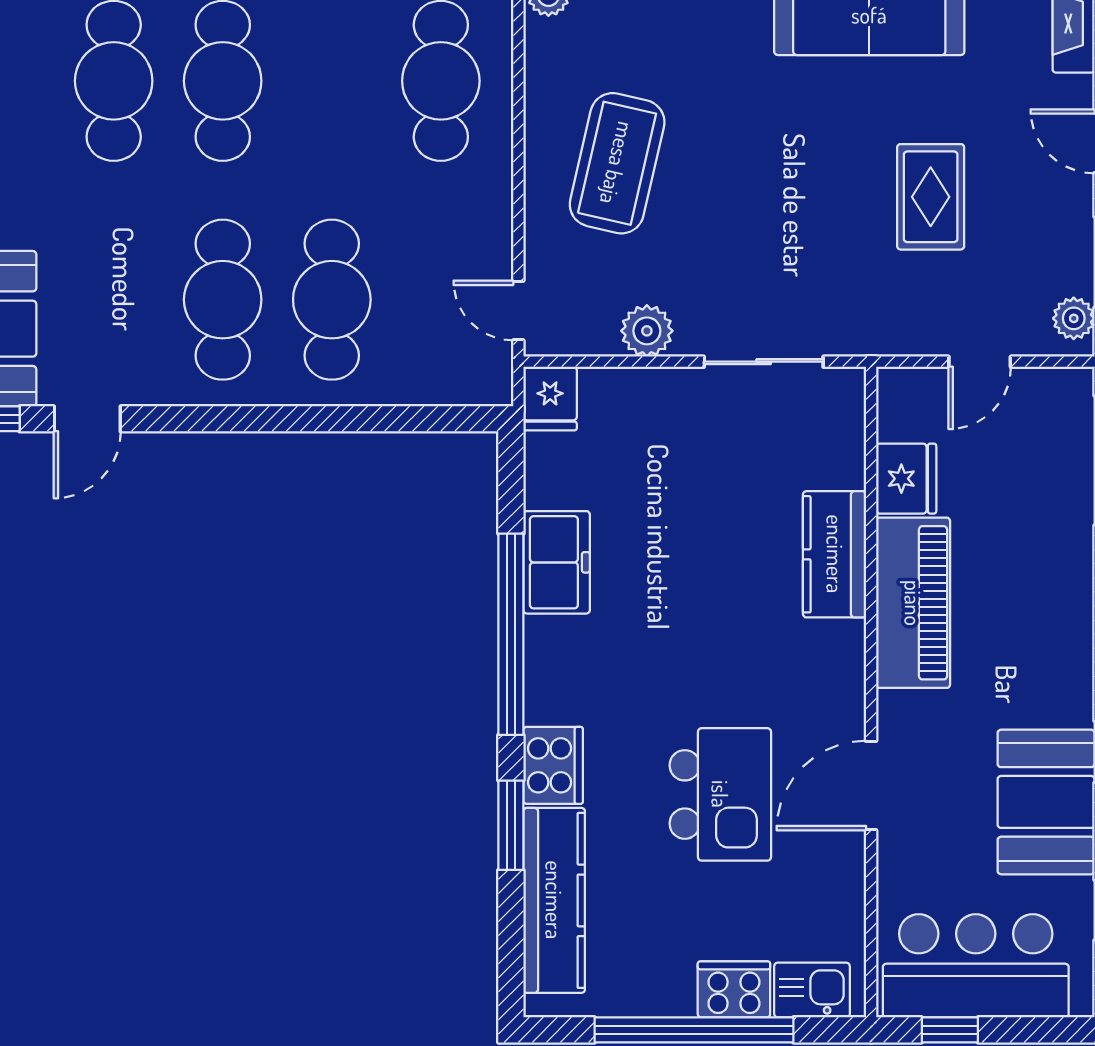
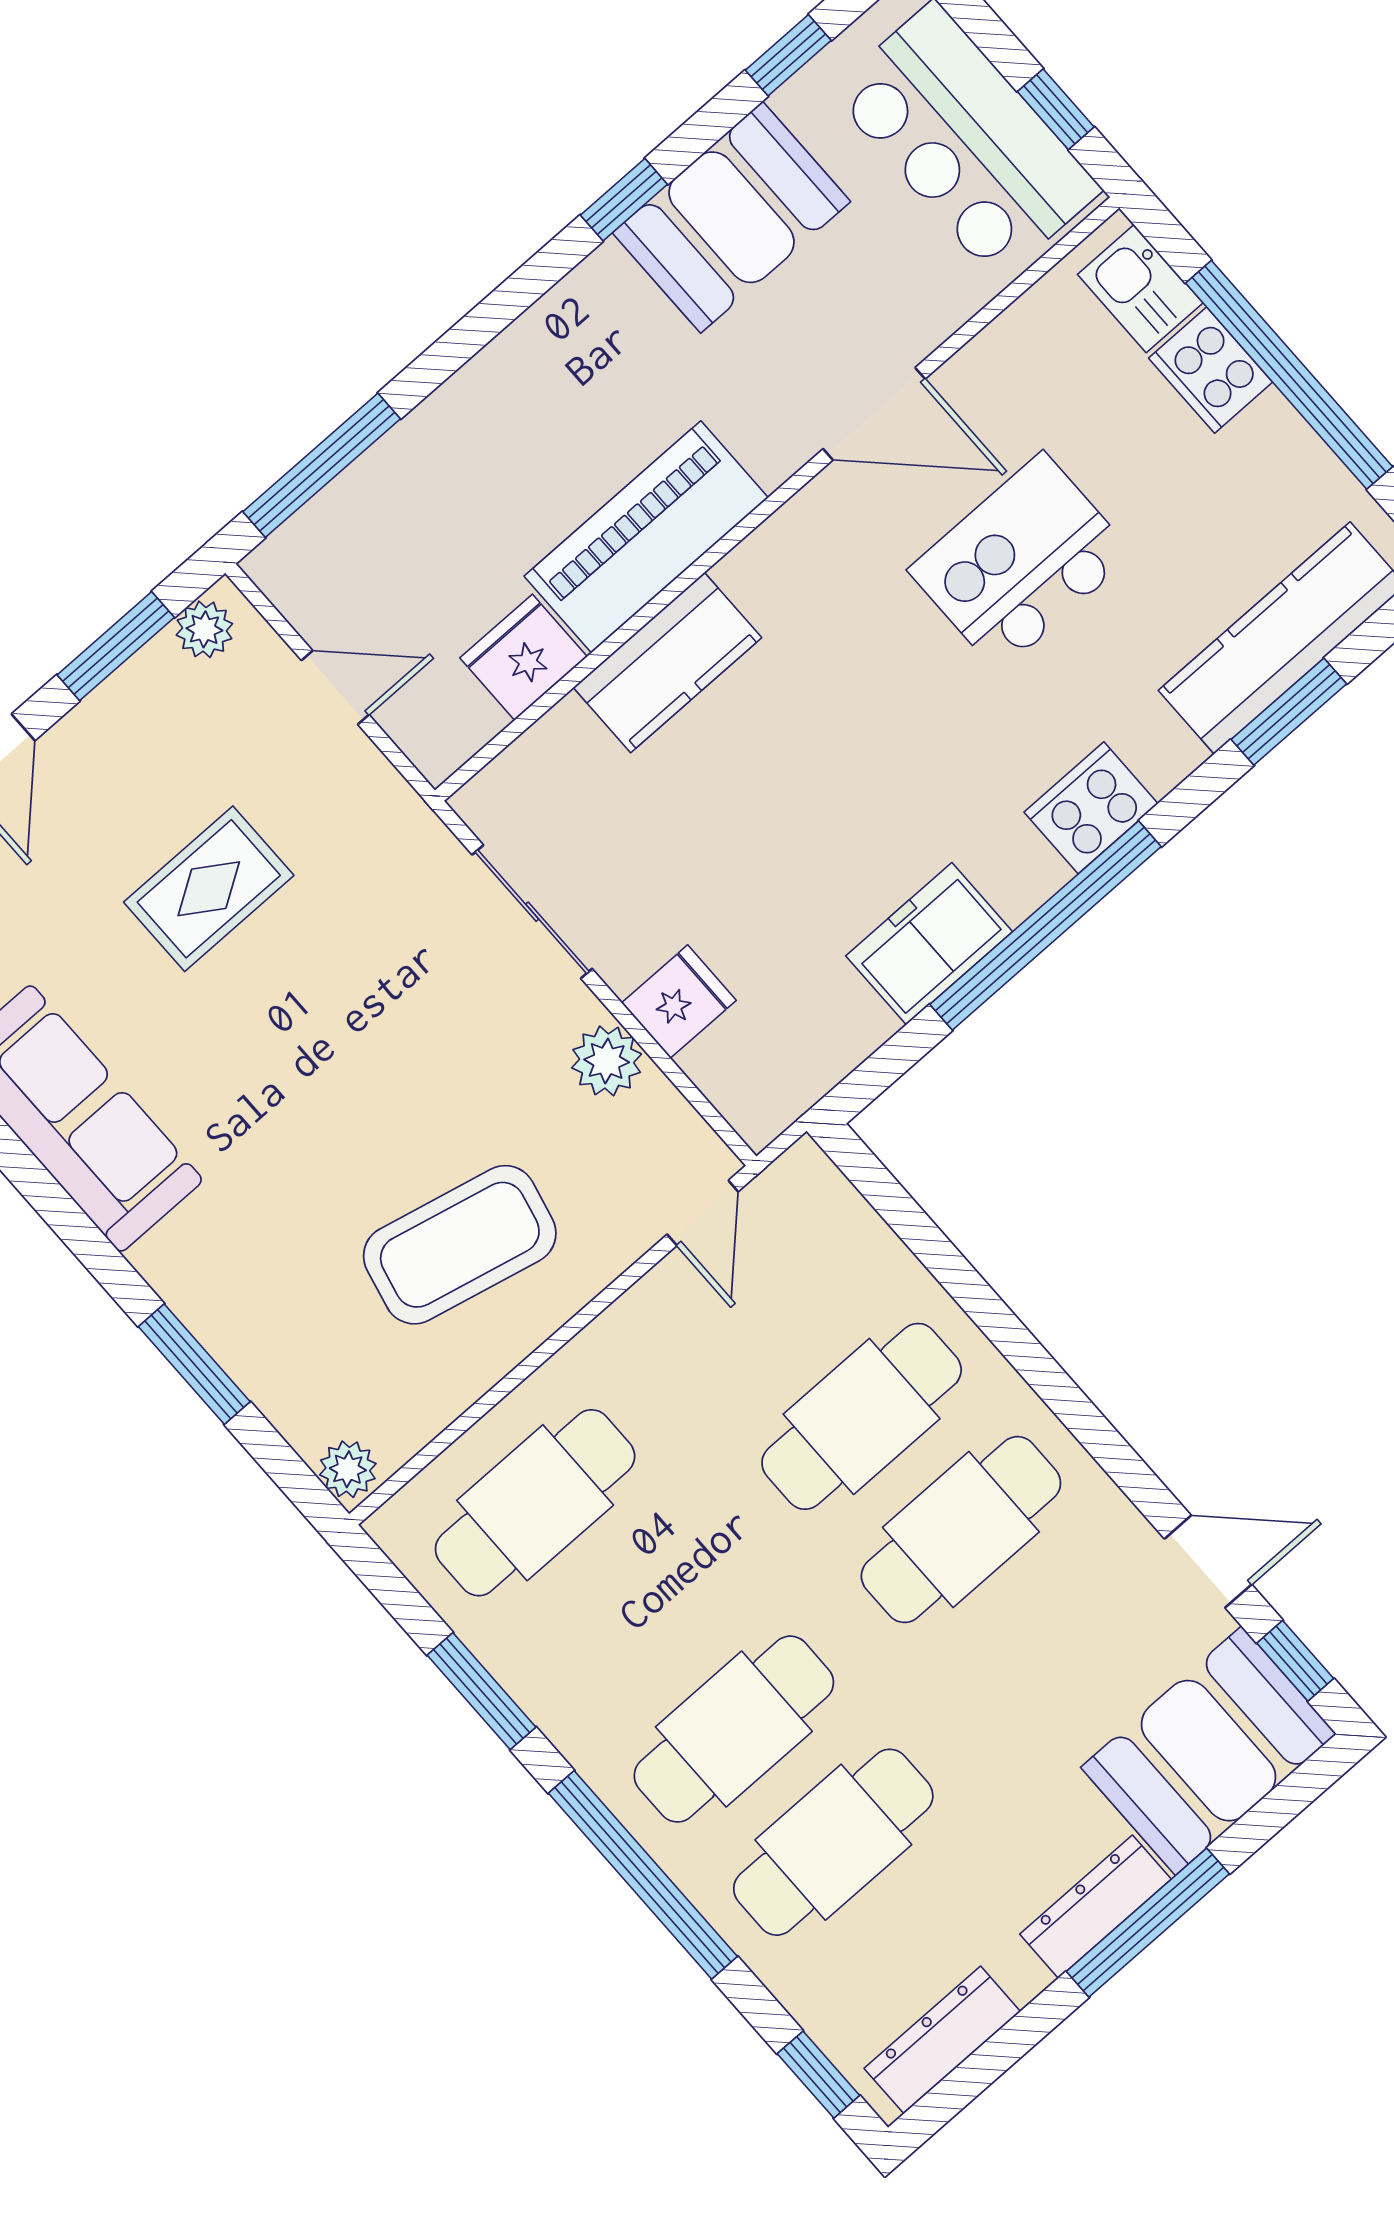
fridge: (550, 399) -> (679, 1002), moved
cooker: (553, 765) -> (1091, 808), moved
window: (511, 825) -> (1289, 712), moved

